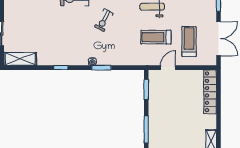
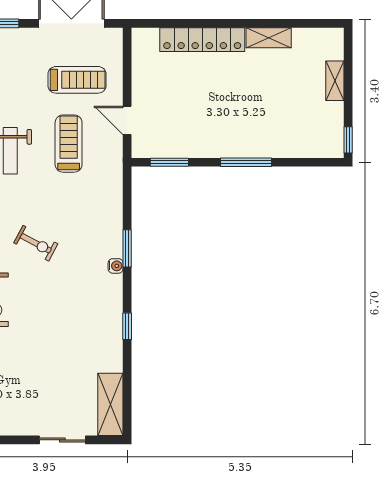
treadmill: (156, 37) -> (69, 144), turned 180
treadmill: (189, 42) -> (77, 80), turned 180
locker: (210, 92) -> (202, 40), moved

